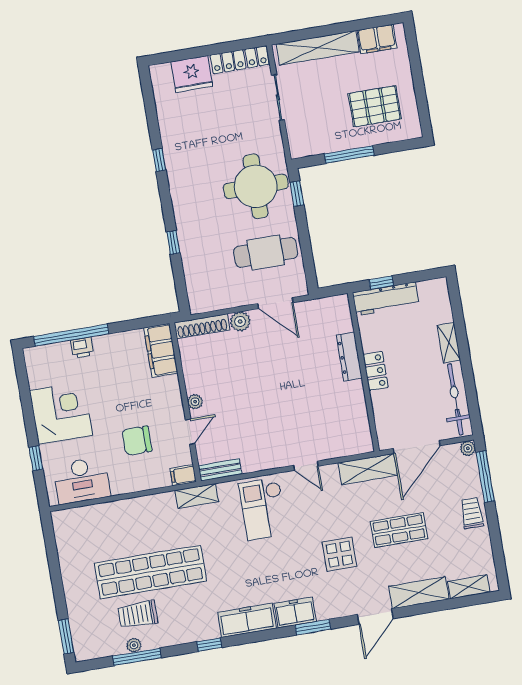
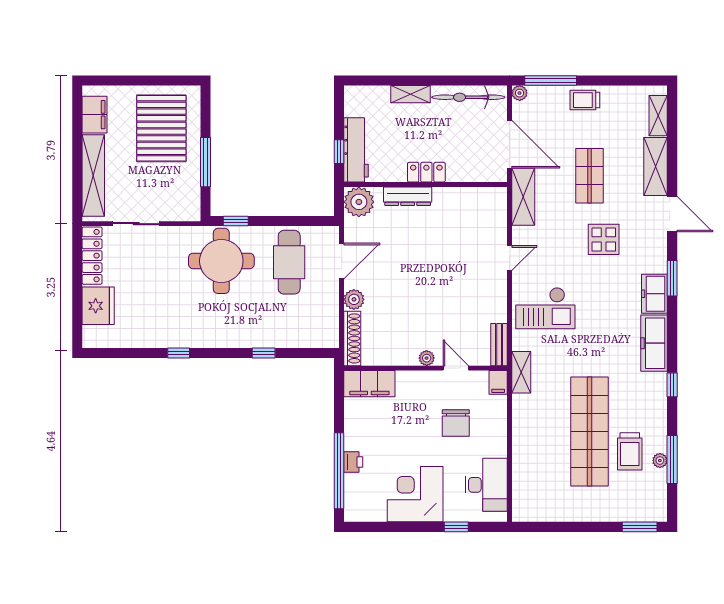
pallet: (375, 106) -> (161, 128), width x1.37, depth x1.41
plant: (336, 310) -> (359, 202), added

